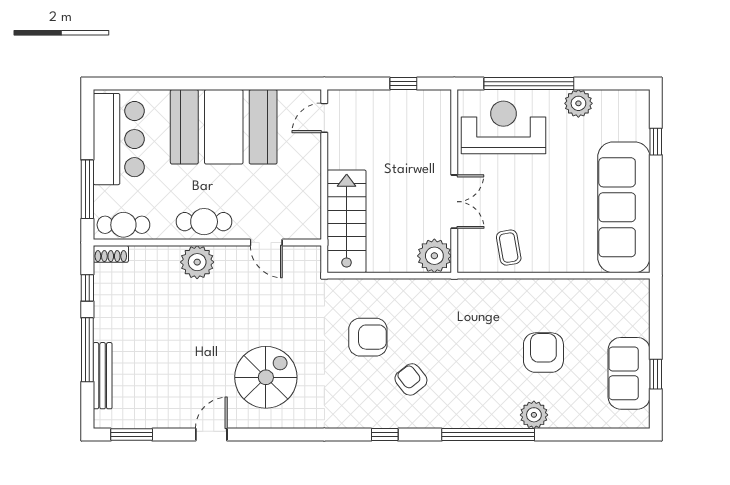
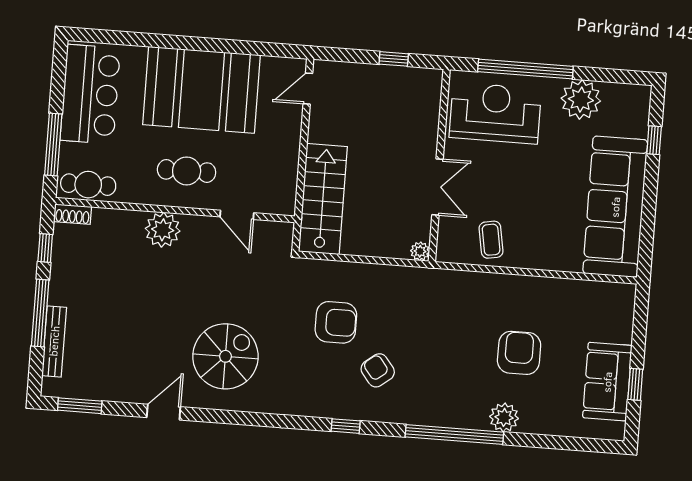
plant: (578, 103) -> (581, 100), width x1.36, depth x1.36
cafe table: (204, 222) -> (187, 171), moved
plant: (434, 256) -> (420, 251), width x0.53, depth x0.53

